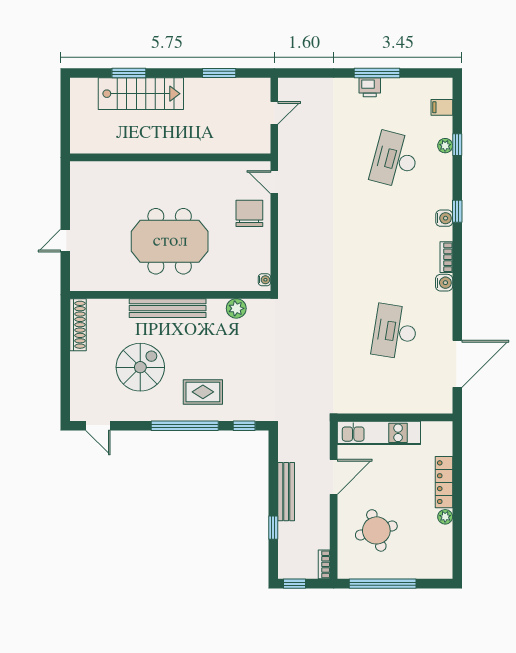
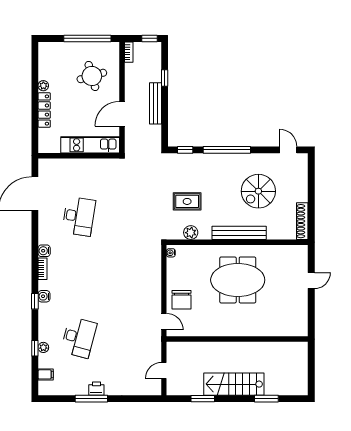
stairs: (141, 94) -> (234, 384), moved
rug: (203, 392) -> (187, 201), moved

